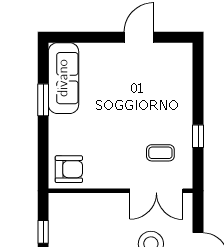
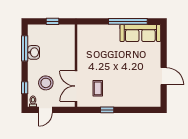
window: (43, 100) -> (128, 21), width x2.11
armchair: (69, 169) -> (88, 36), removed

